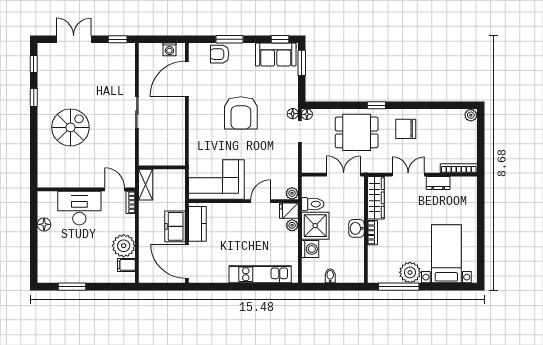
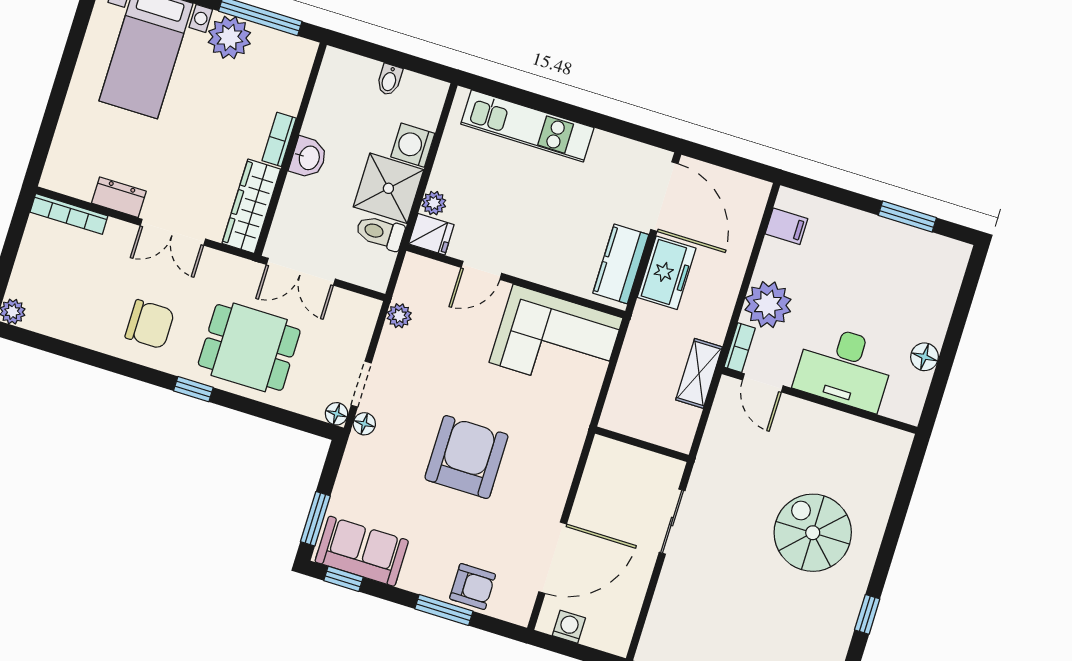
spiral stairs: (70, 127) -> (813, 533), turned 90
wall: (162, 167) -> (642, 444), moved
plant: (292, 193) -> (399, 316), moved
plant: (124, 246) -> (768, 305), moved

